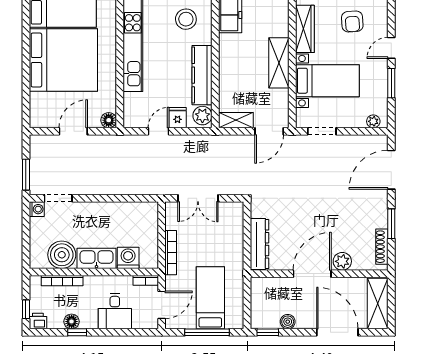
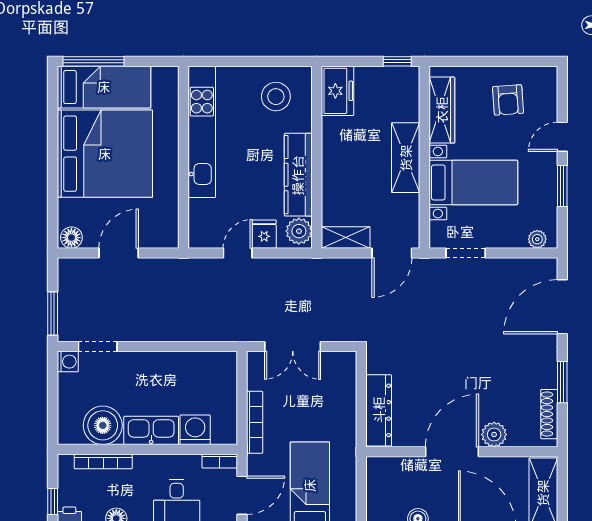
floor lamp: (109, 120) -> (71, 238), moved

